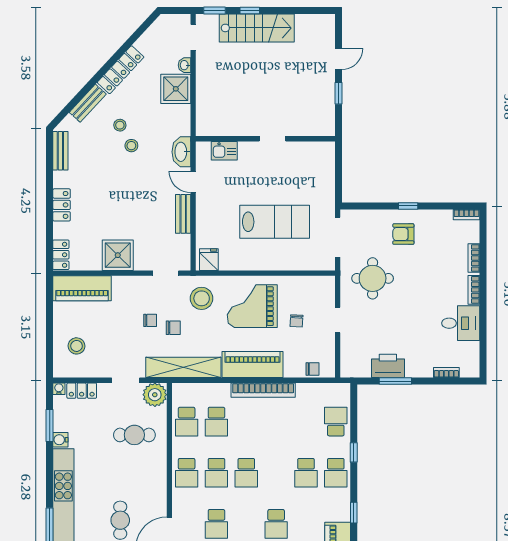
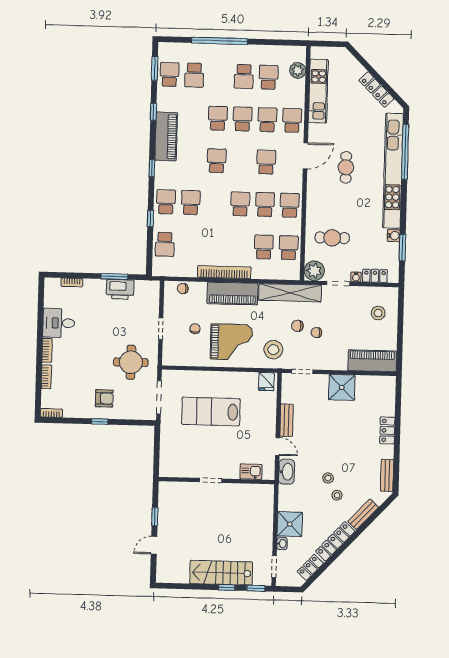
locker: (61, 255) -> (310, 567), moved, turned 43
water cooler: (59, 389) -> (356, 277), moved

